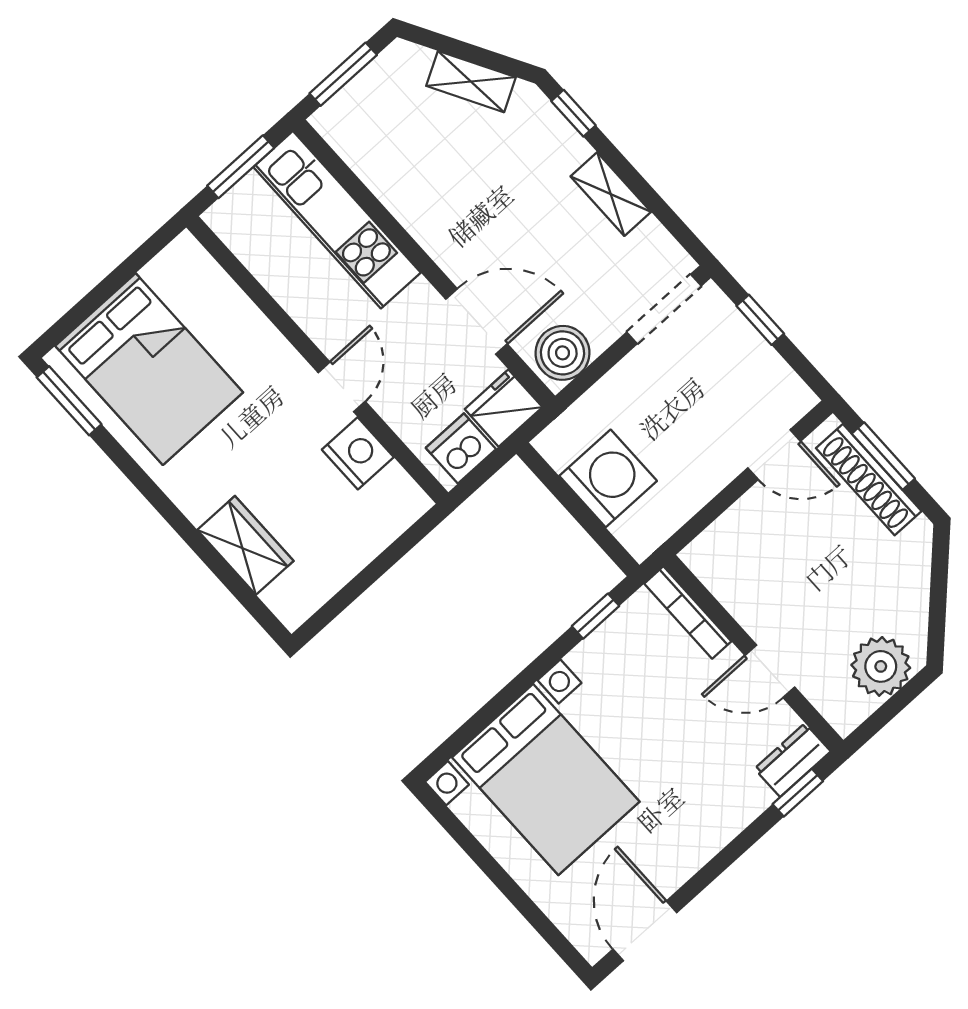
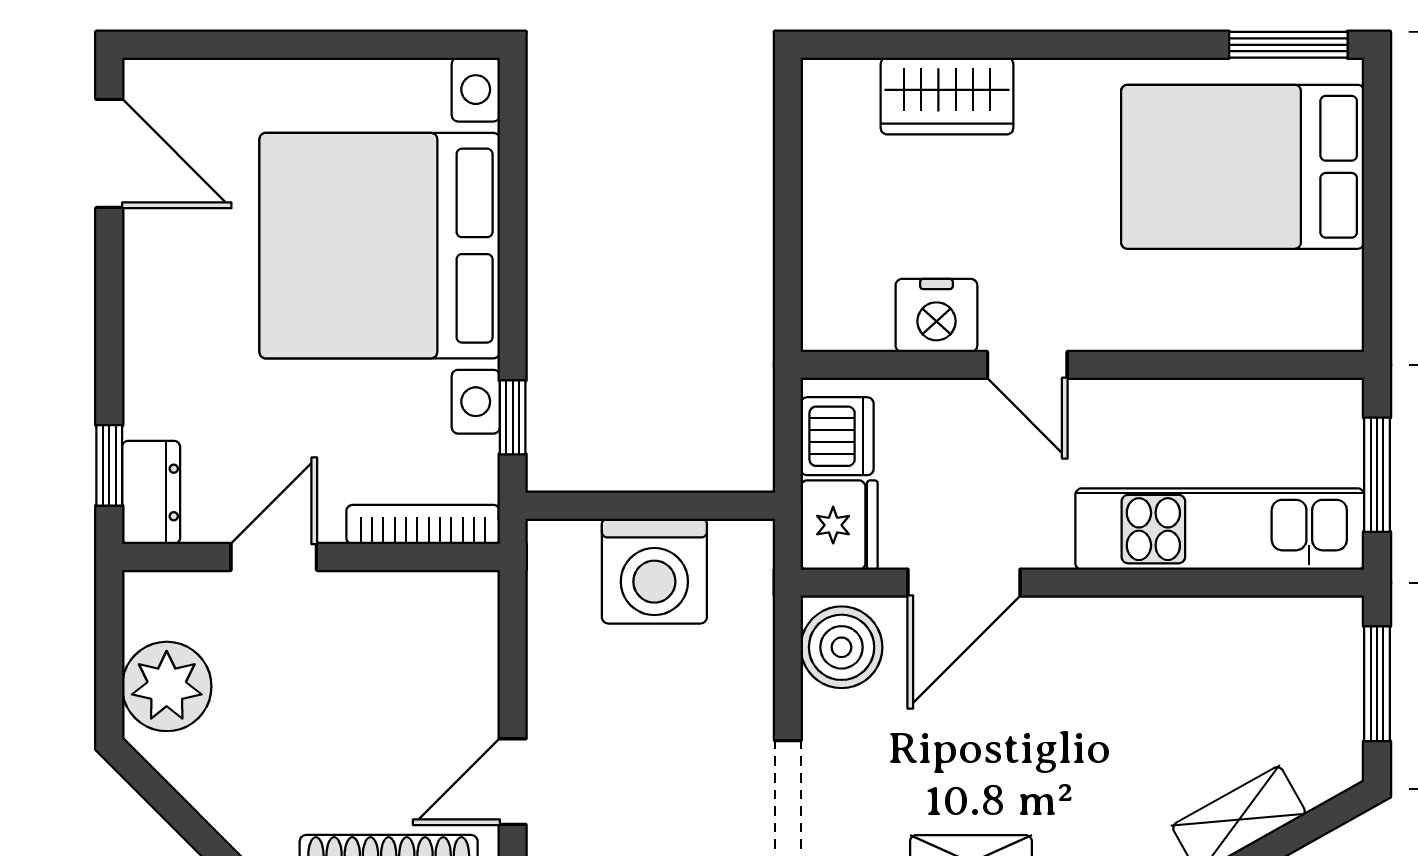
bed with nightstands: (546, 779) -> (380, 246), width x1.36

